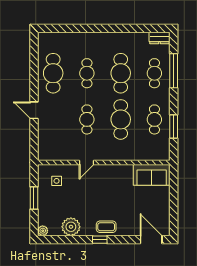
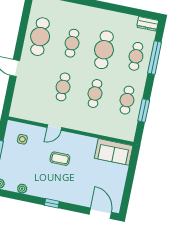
cafe table: (121, 119) -> (95, 94), width x0.73, depth x0.74
plant: (71, 227) -> (22, 189), width x0.53, depth x0.53
coffee table: (106, 227) -> (60, 159), moved

